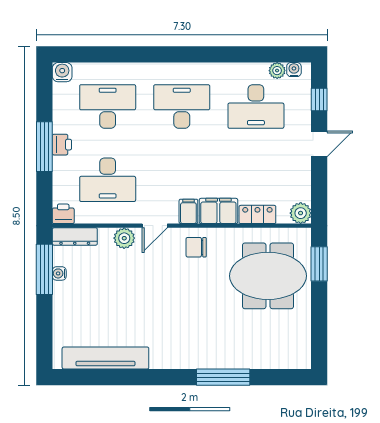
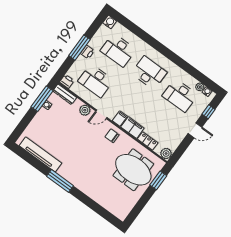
desk: (108, 106) -> (118, 50), turned 180
window: (223, 377) -> (60, 181), moved

